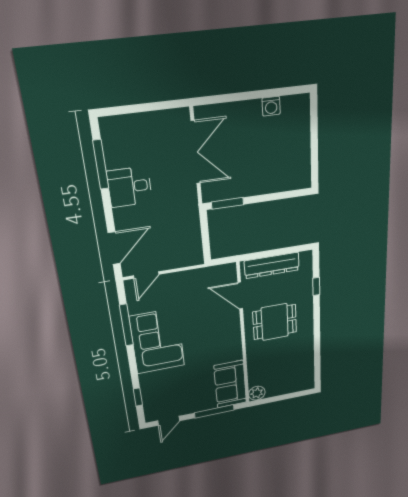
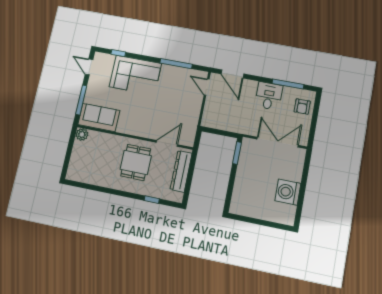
washing machine: (271, 106) -> (288, 192), width x1.89, depth x1.89
armchair: (129, 132) -> (302, 107), added
double door: (195, 152) -> (278, 142), swing flipped
corner sofa: (157, 341) -> (135, 75), moved

